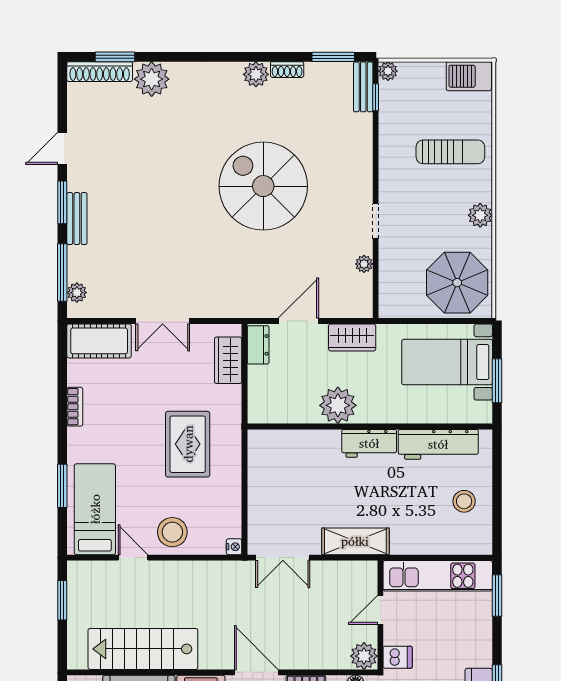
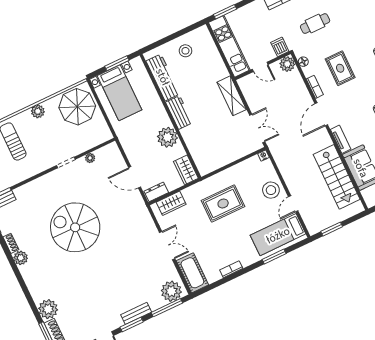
spiral stairs: (263, 186) -> (75, 227), turned 90
plant: (77, 293) -> (171, 291), width x1.88, depth x1.88
wardrobe: (352, 337) -> (186, 170), moved, turned 180

